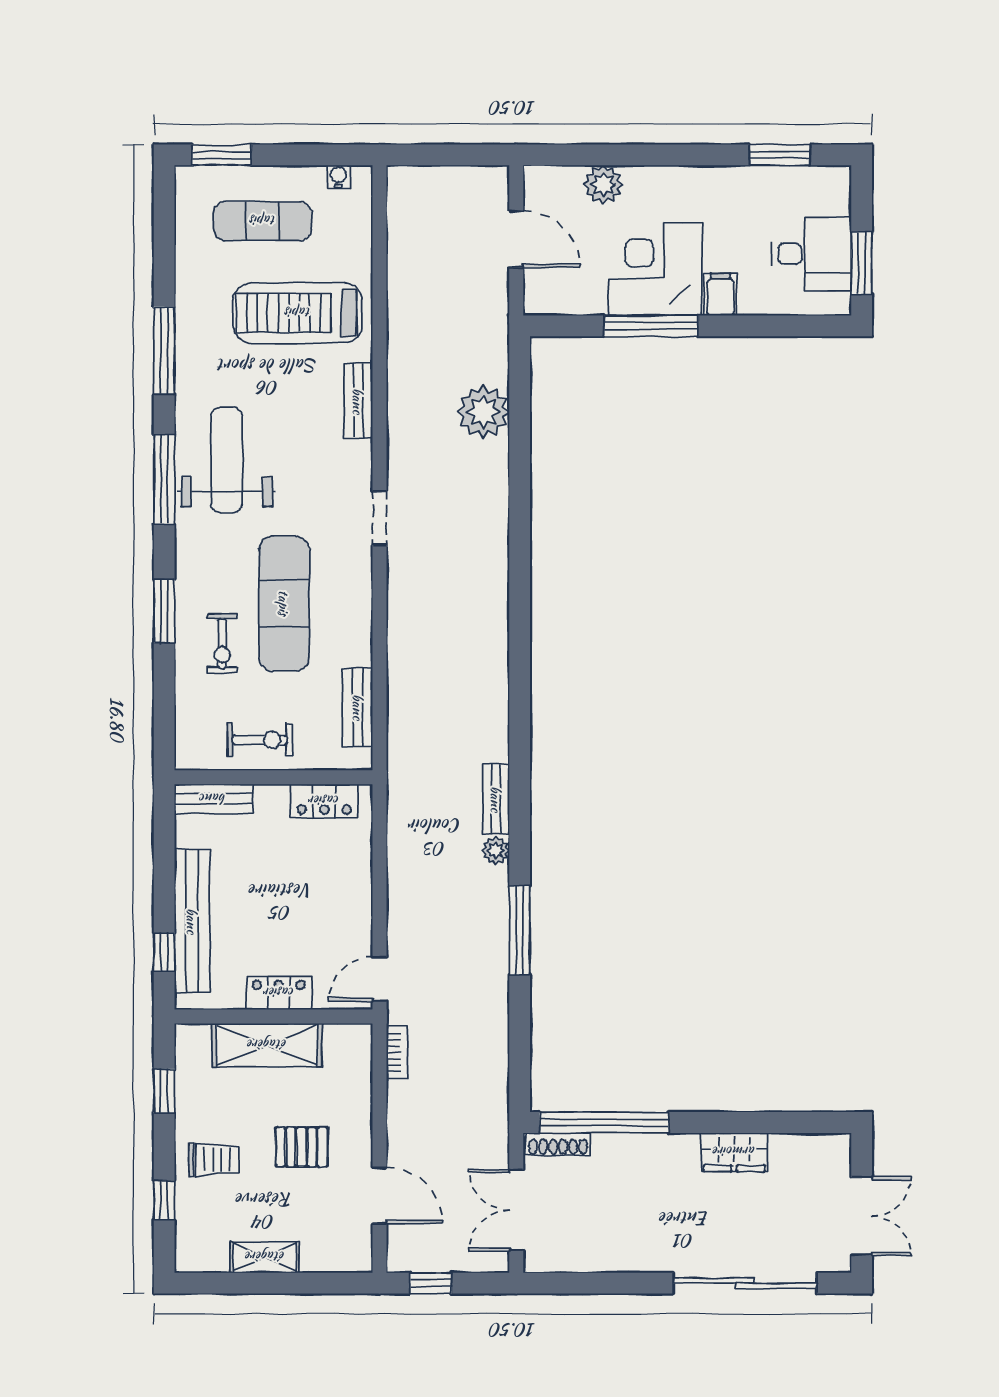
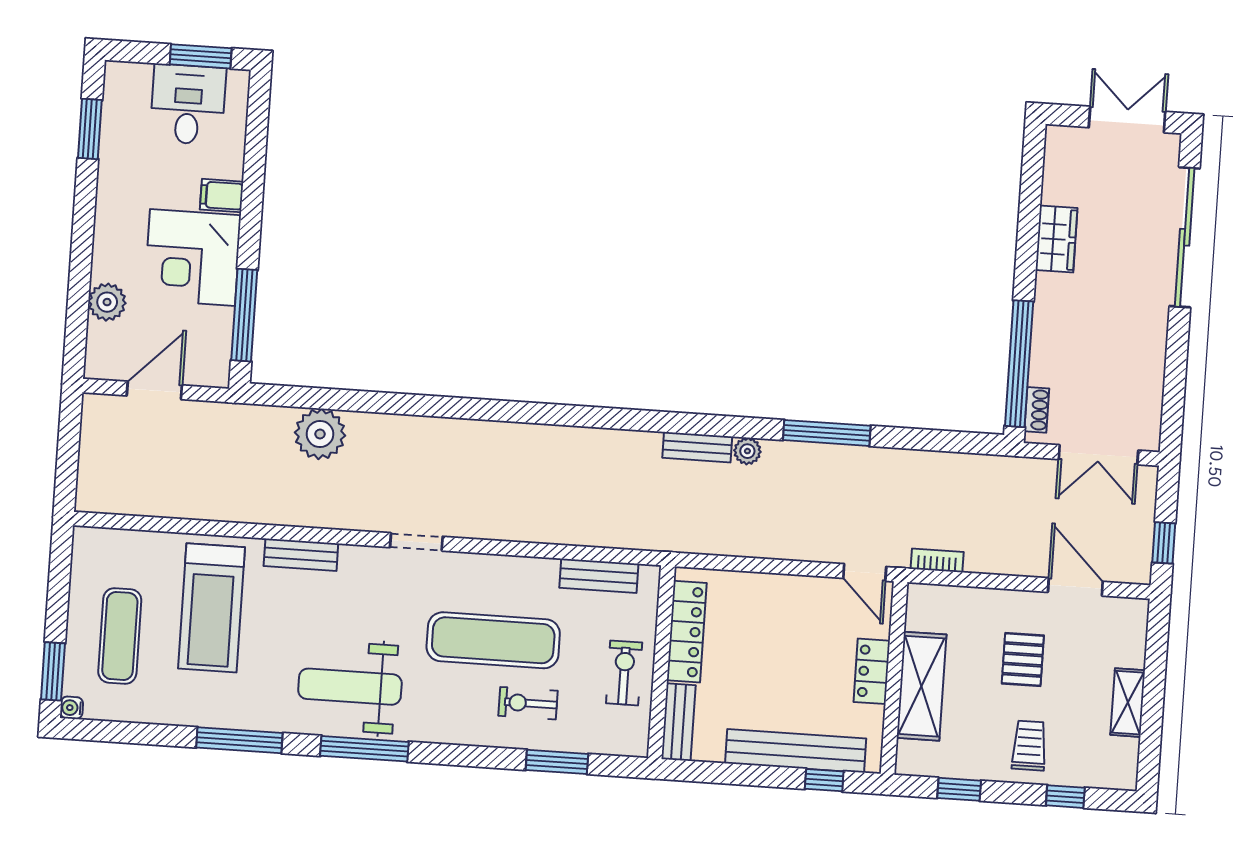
water cooler: (339, 177) -> (72, 708), moved
window: (651, 326) -> (244, 315), moved
window: (164, 611) -> (557, 762), moved
exercise bike: (222, 644) -> (528, 703), turned 180
locker: (324, 801) -> (687, 632), width x1.53
shoe rack: (558, 1144) -> (1037, 410), width x0.70
door: (380, 1196) -> (1075, 587), hinge flipped

